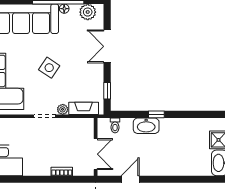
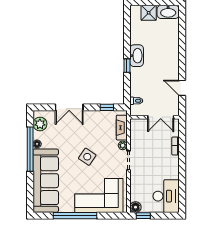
washbasin: (146, 126) -> (137, 56), moved
double door: (96, 154) -> (161, 117), swing flipped

